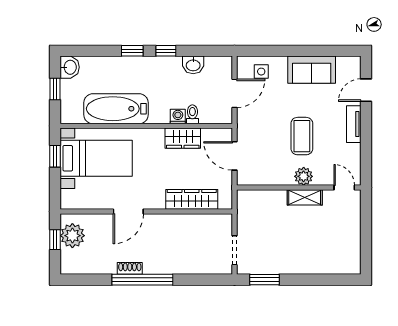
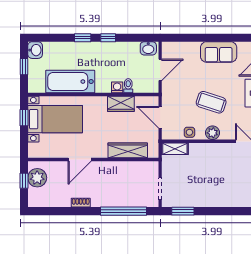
washbasin: (193, 65) -> (148, 48), moved
side table: (261, 72) -> (189, 132), moved
coffee table: (302, 136) -> (211, 102), turned -72
shelving: (305, 197) -> (175, 149), moved
window: (142, 280) -> (123, 211), moved

